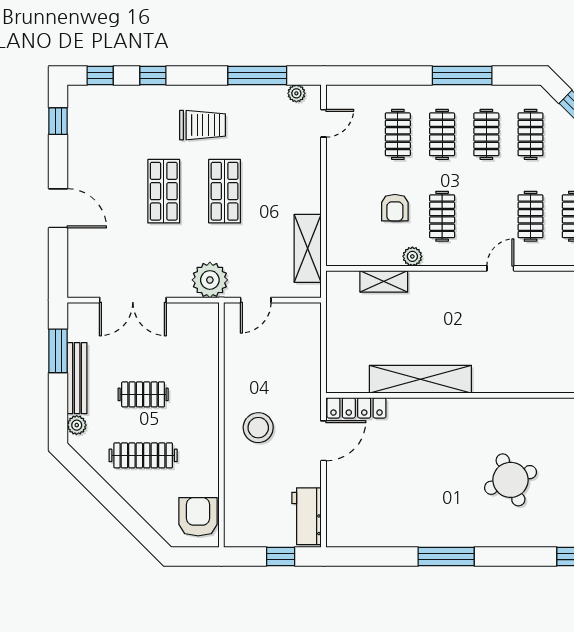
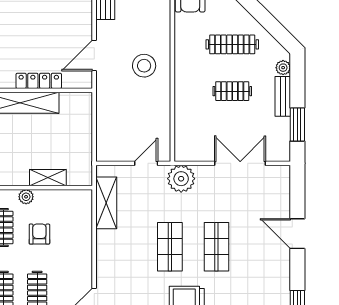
bench: (77, 378) -> (283, 96), width x0.73
locker: (356, 408) -> (39, 81), moved

